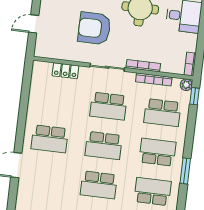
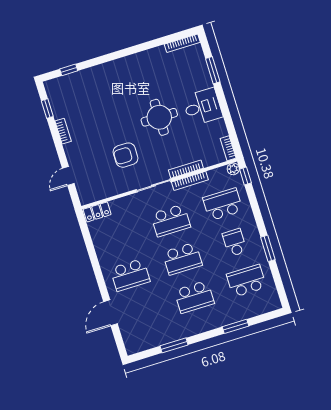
armchair: (94, 28) -> (126, 155), width x0.73, depth x0.73
locker: (65, 71) -> (97, 212), moved
bookcase: (154, 79) -> (190, 181), moved
school desk: (162, 113) -> (223, 204), turned 180
school desk: (158, 152) -> (235, 243), width x0.54

